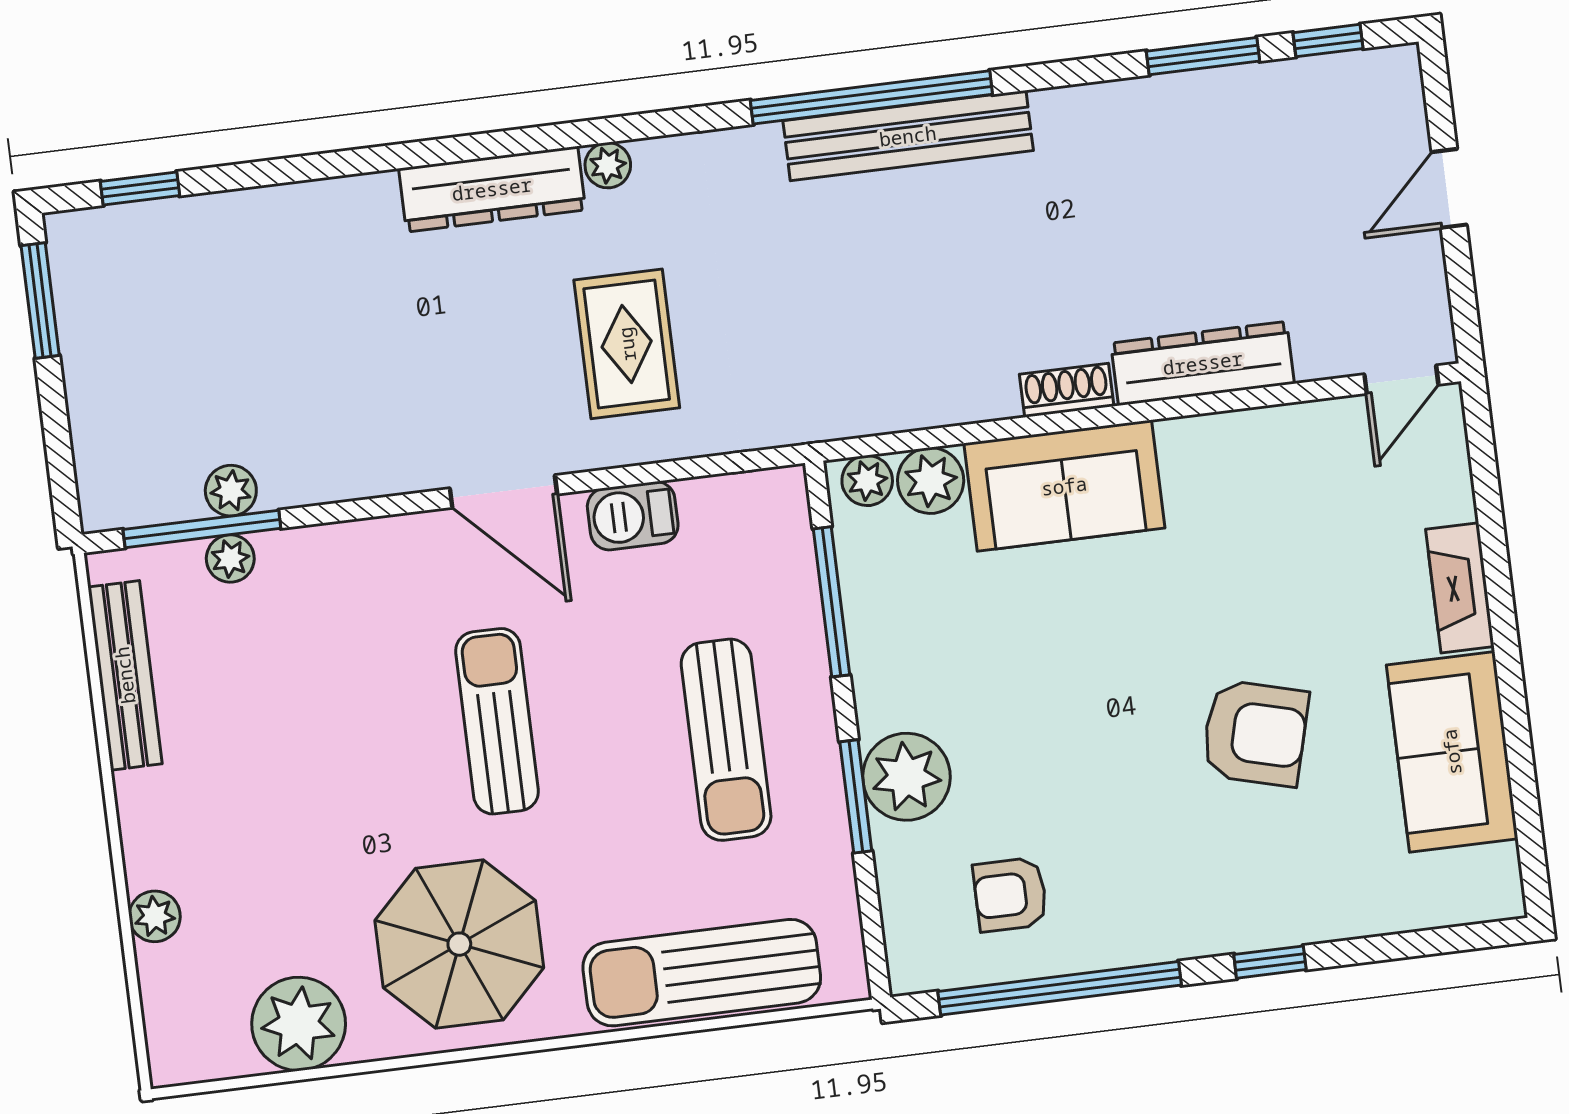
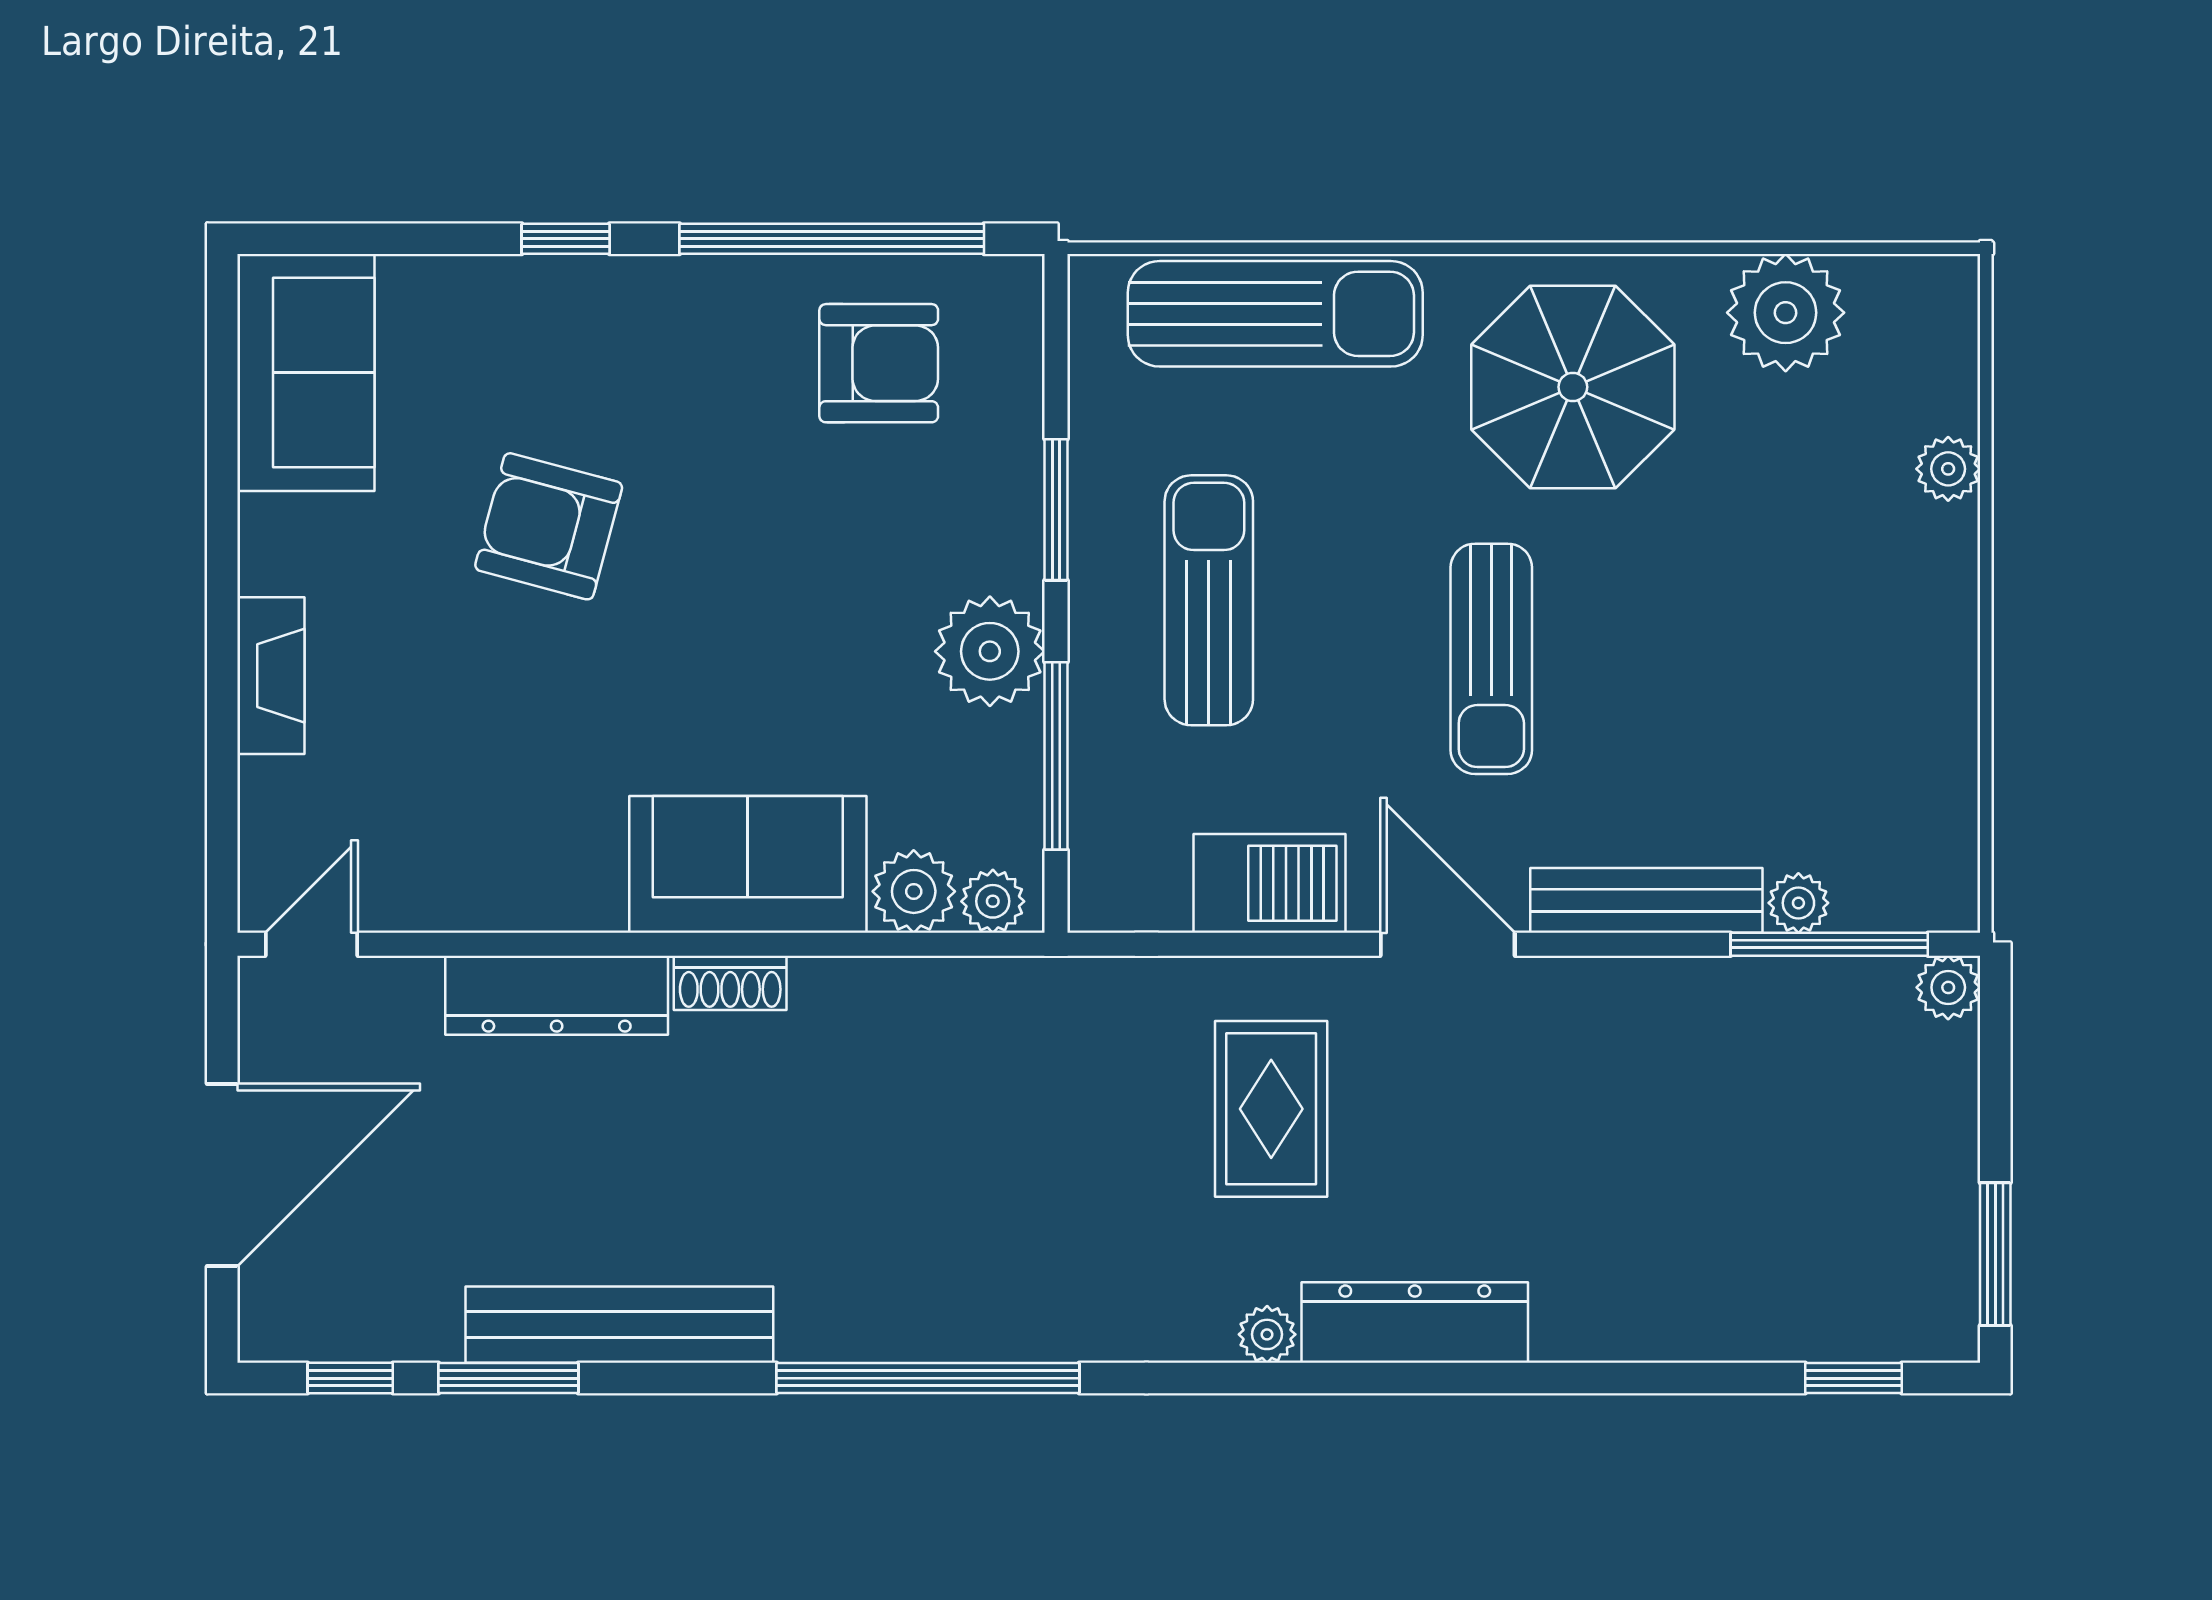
bench: (908, 136) -> (619, 1325), moved
door: (1449, 188) -> (222, 1175), width x1.87
plant: (231, 491) -> (1948, 987), moved
barbecue: (633, 516) -> (1270, 883), width x1.38, depth x1.27
bench: (125, 675) -> (1646, 900), moved, turned 90
sofa: (1452, 752) -> (306, 372), moved
plant: (906, 777) -> (990, 651), moved
armchair: (1010, 895) -> (879, 363), width x1.38, depth x1.38

